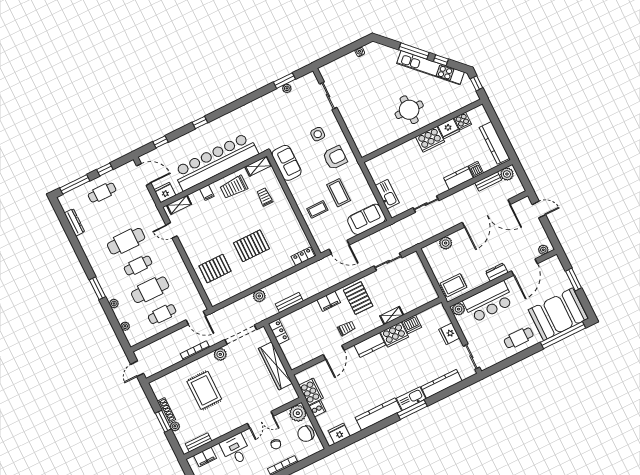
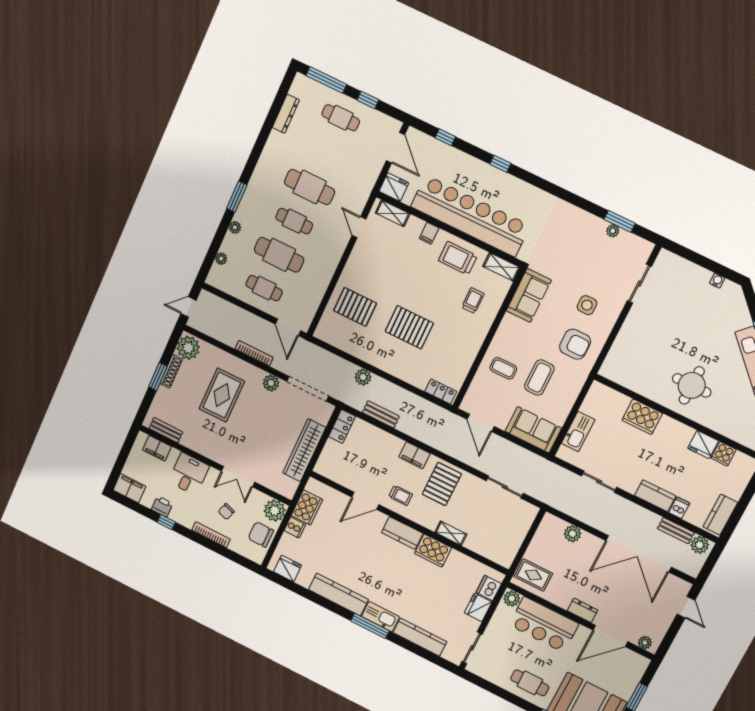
cooker: (430, 139) -> (642, 417), moved
kitchen counter: (494, 143) -> (720, 515), width x0.67
dishwasher: (412, 324) -> (489, 588), moved, turned 90
plant: (175, 426) -> (188, 348), moved, width x1.87, depth x1.87

